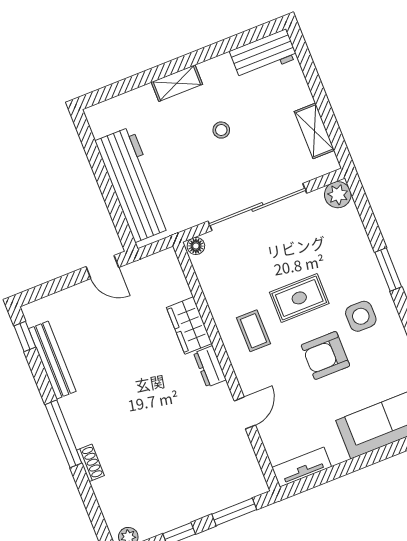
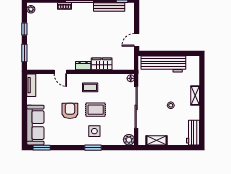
rug: (299, 298) -> (96, 110), turned 90
side table: (361, 316) -> (94, 131), moved

